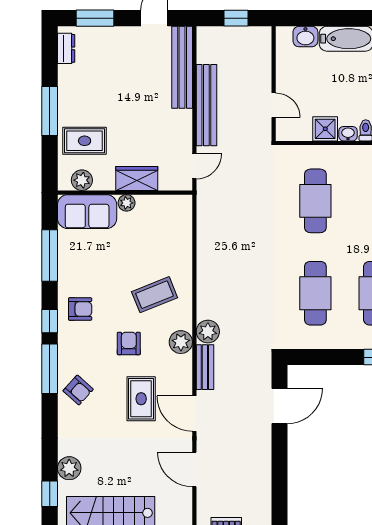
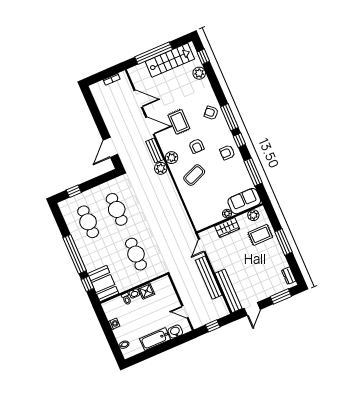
door: (274, 105) -> (185, 312), moved

